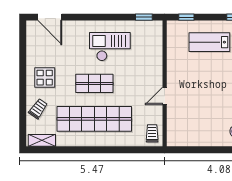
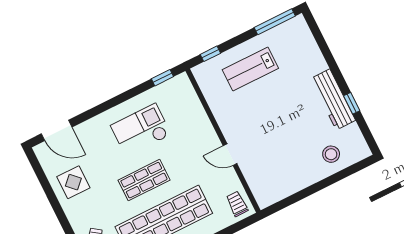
display table: (45, 78) -> (73, 182), moved
door: (165, 96) -> (230, 155), hinge flipped

